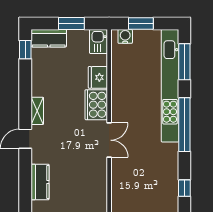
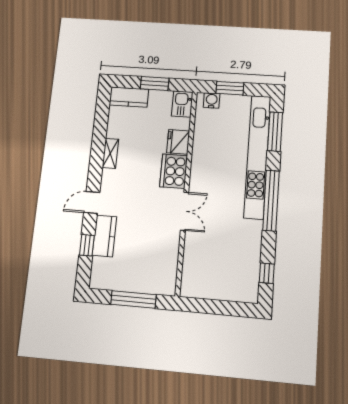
window: (25, 50) -> (87, 245), moved
shelving: (37, 111) -> (110, 153), moved
kitchen counter: (40, 182) -> (104, 236), moved

